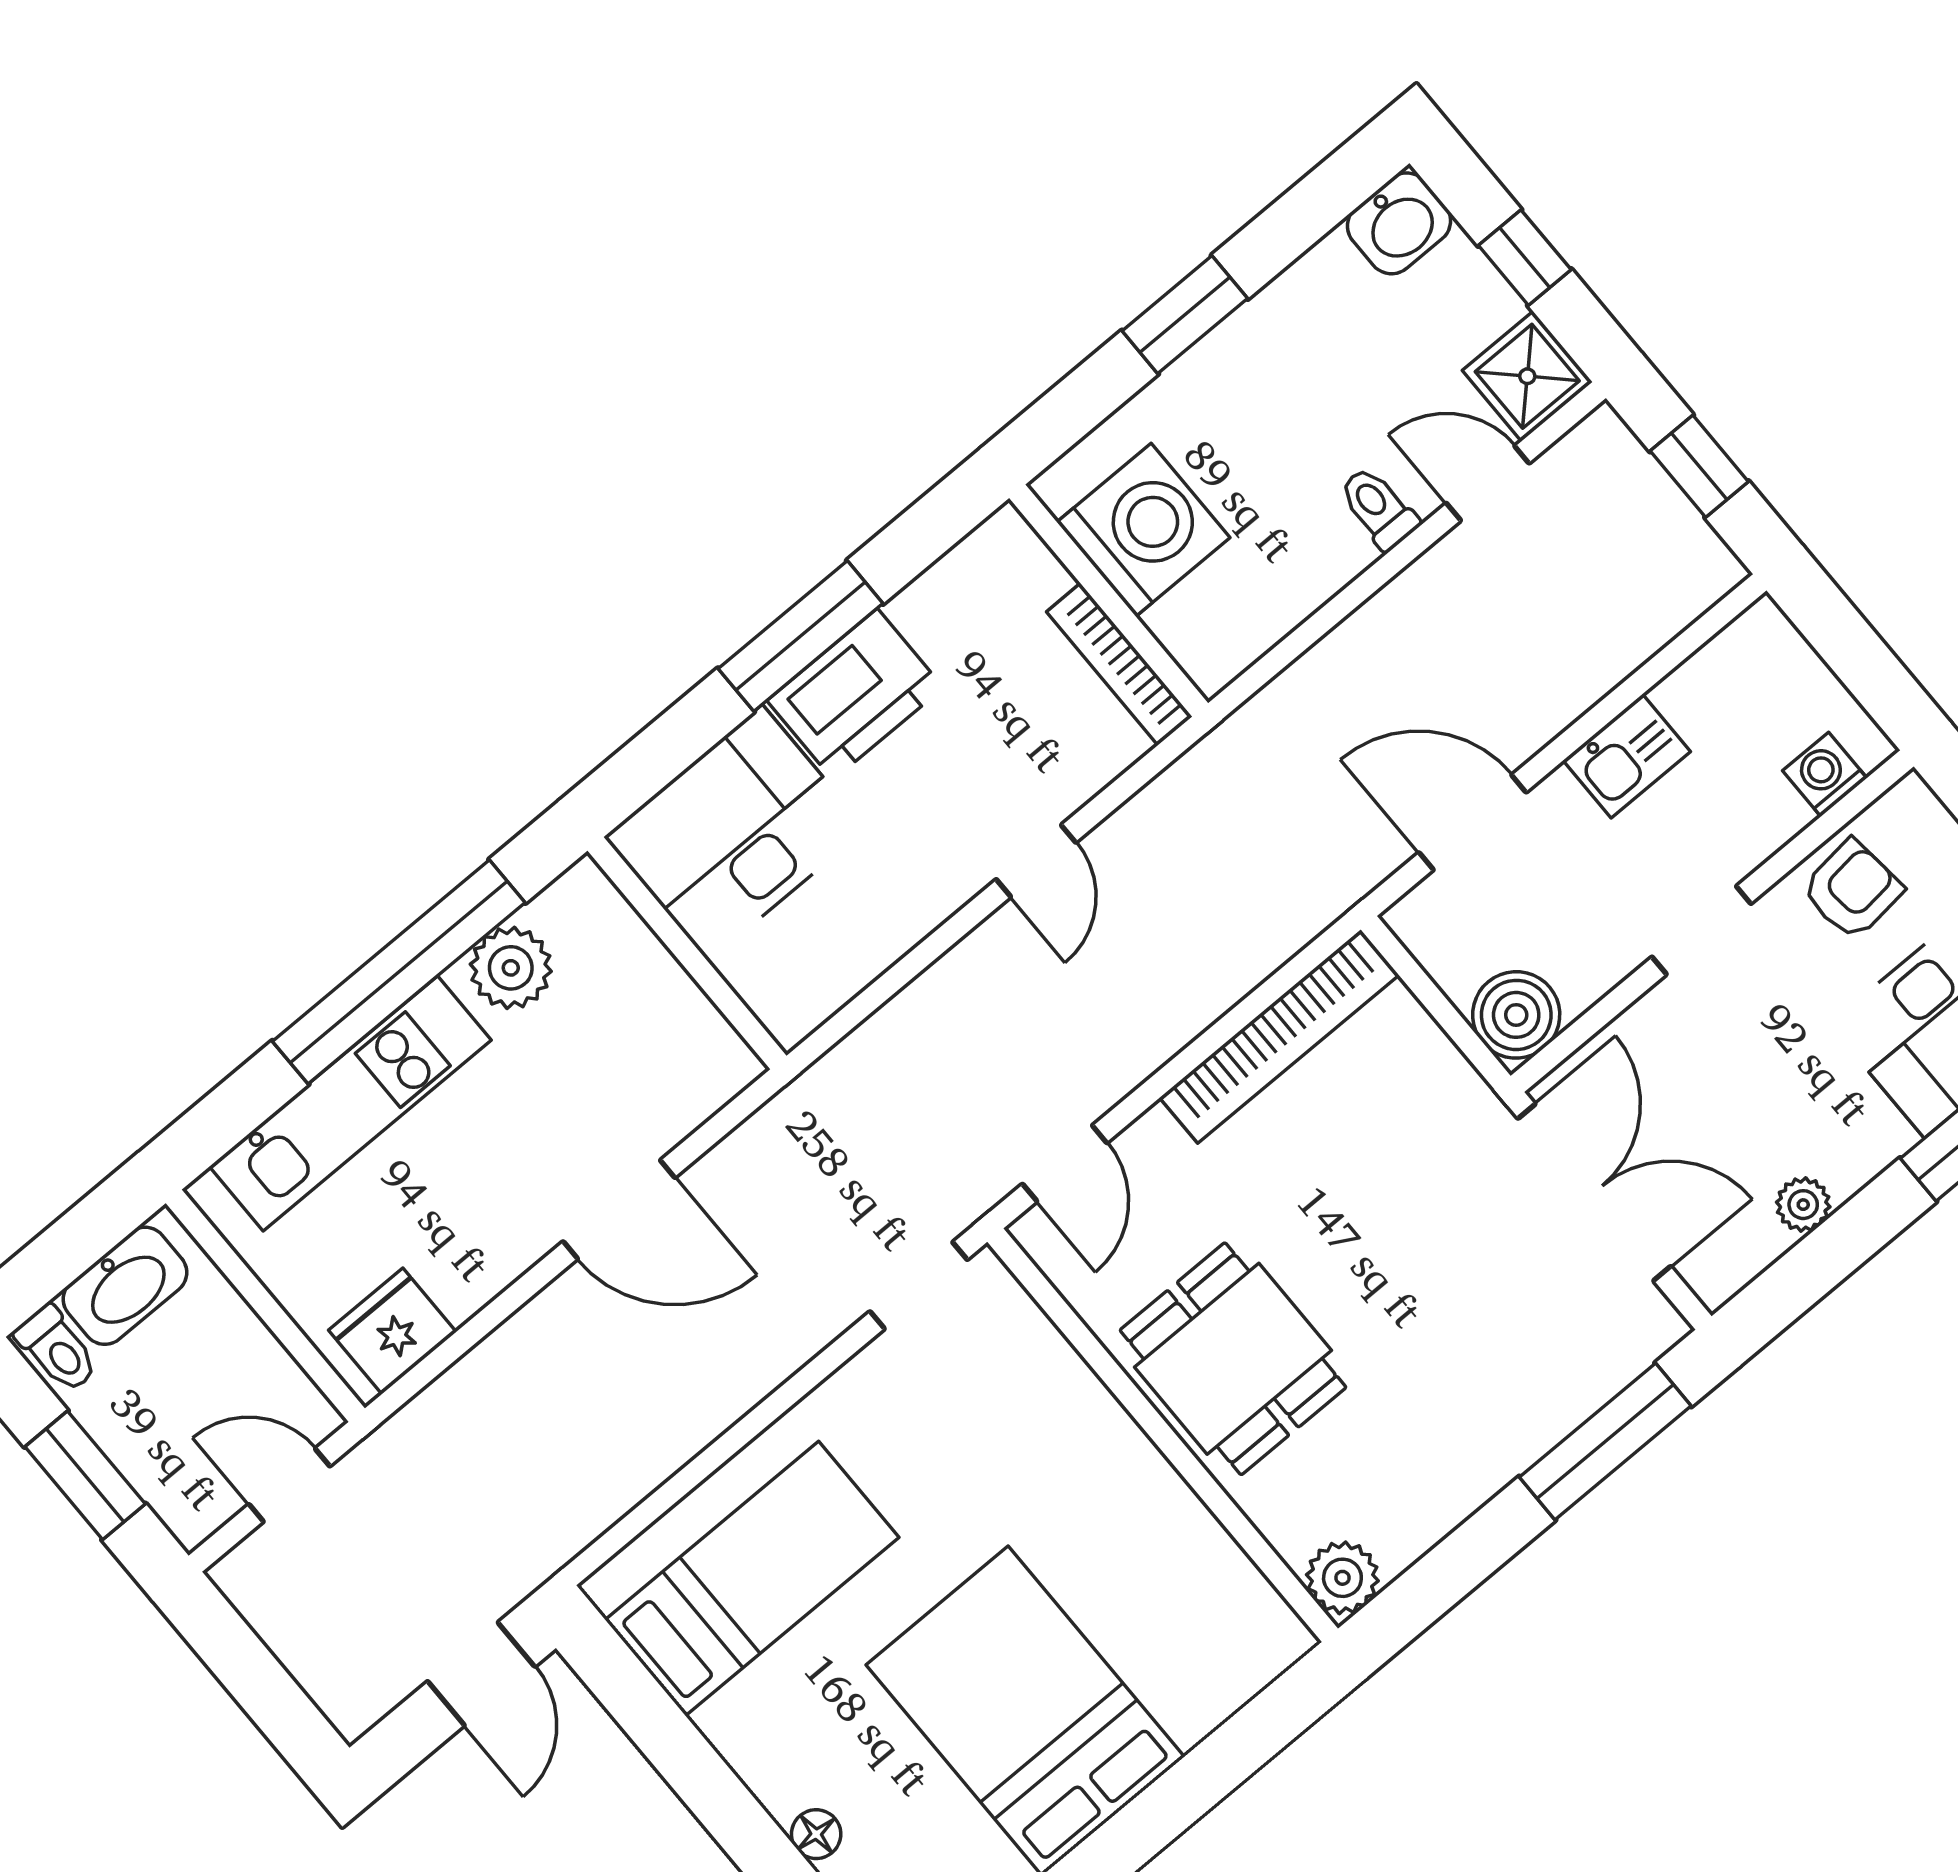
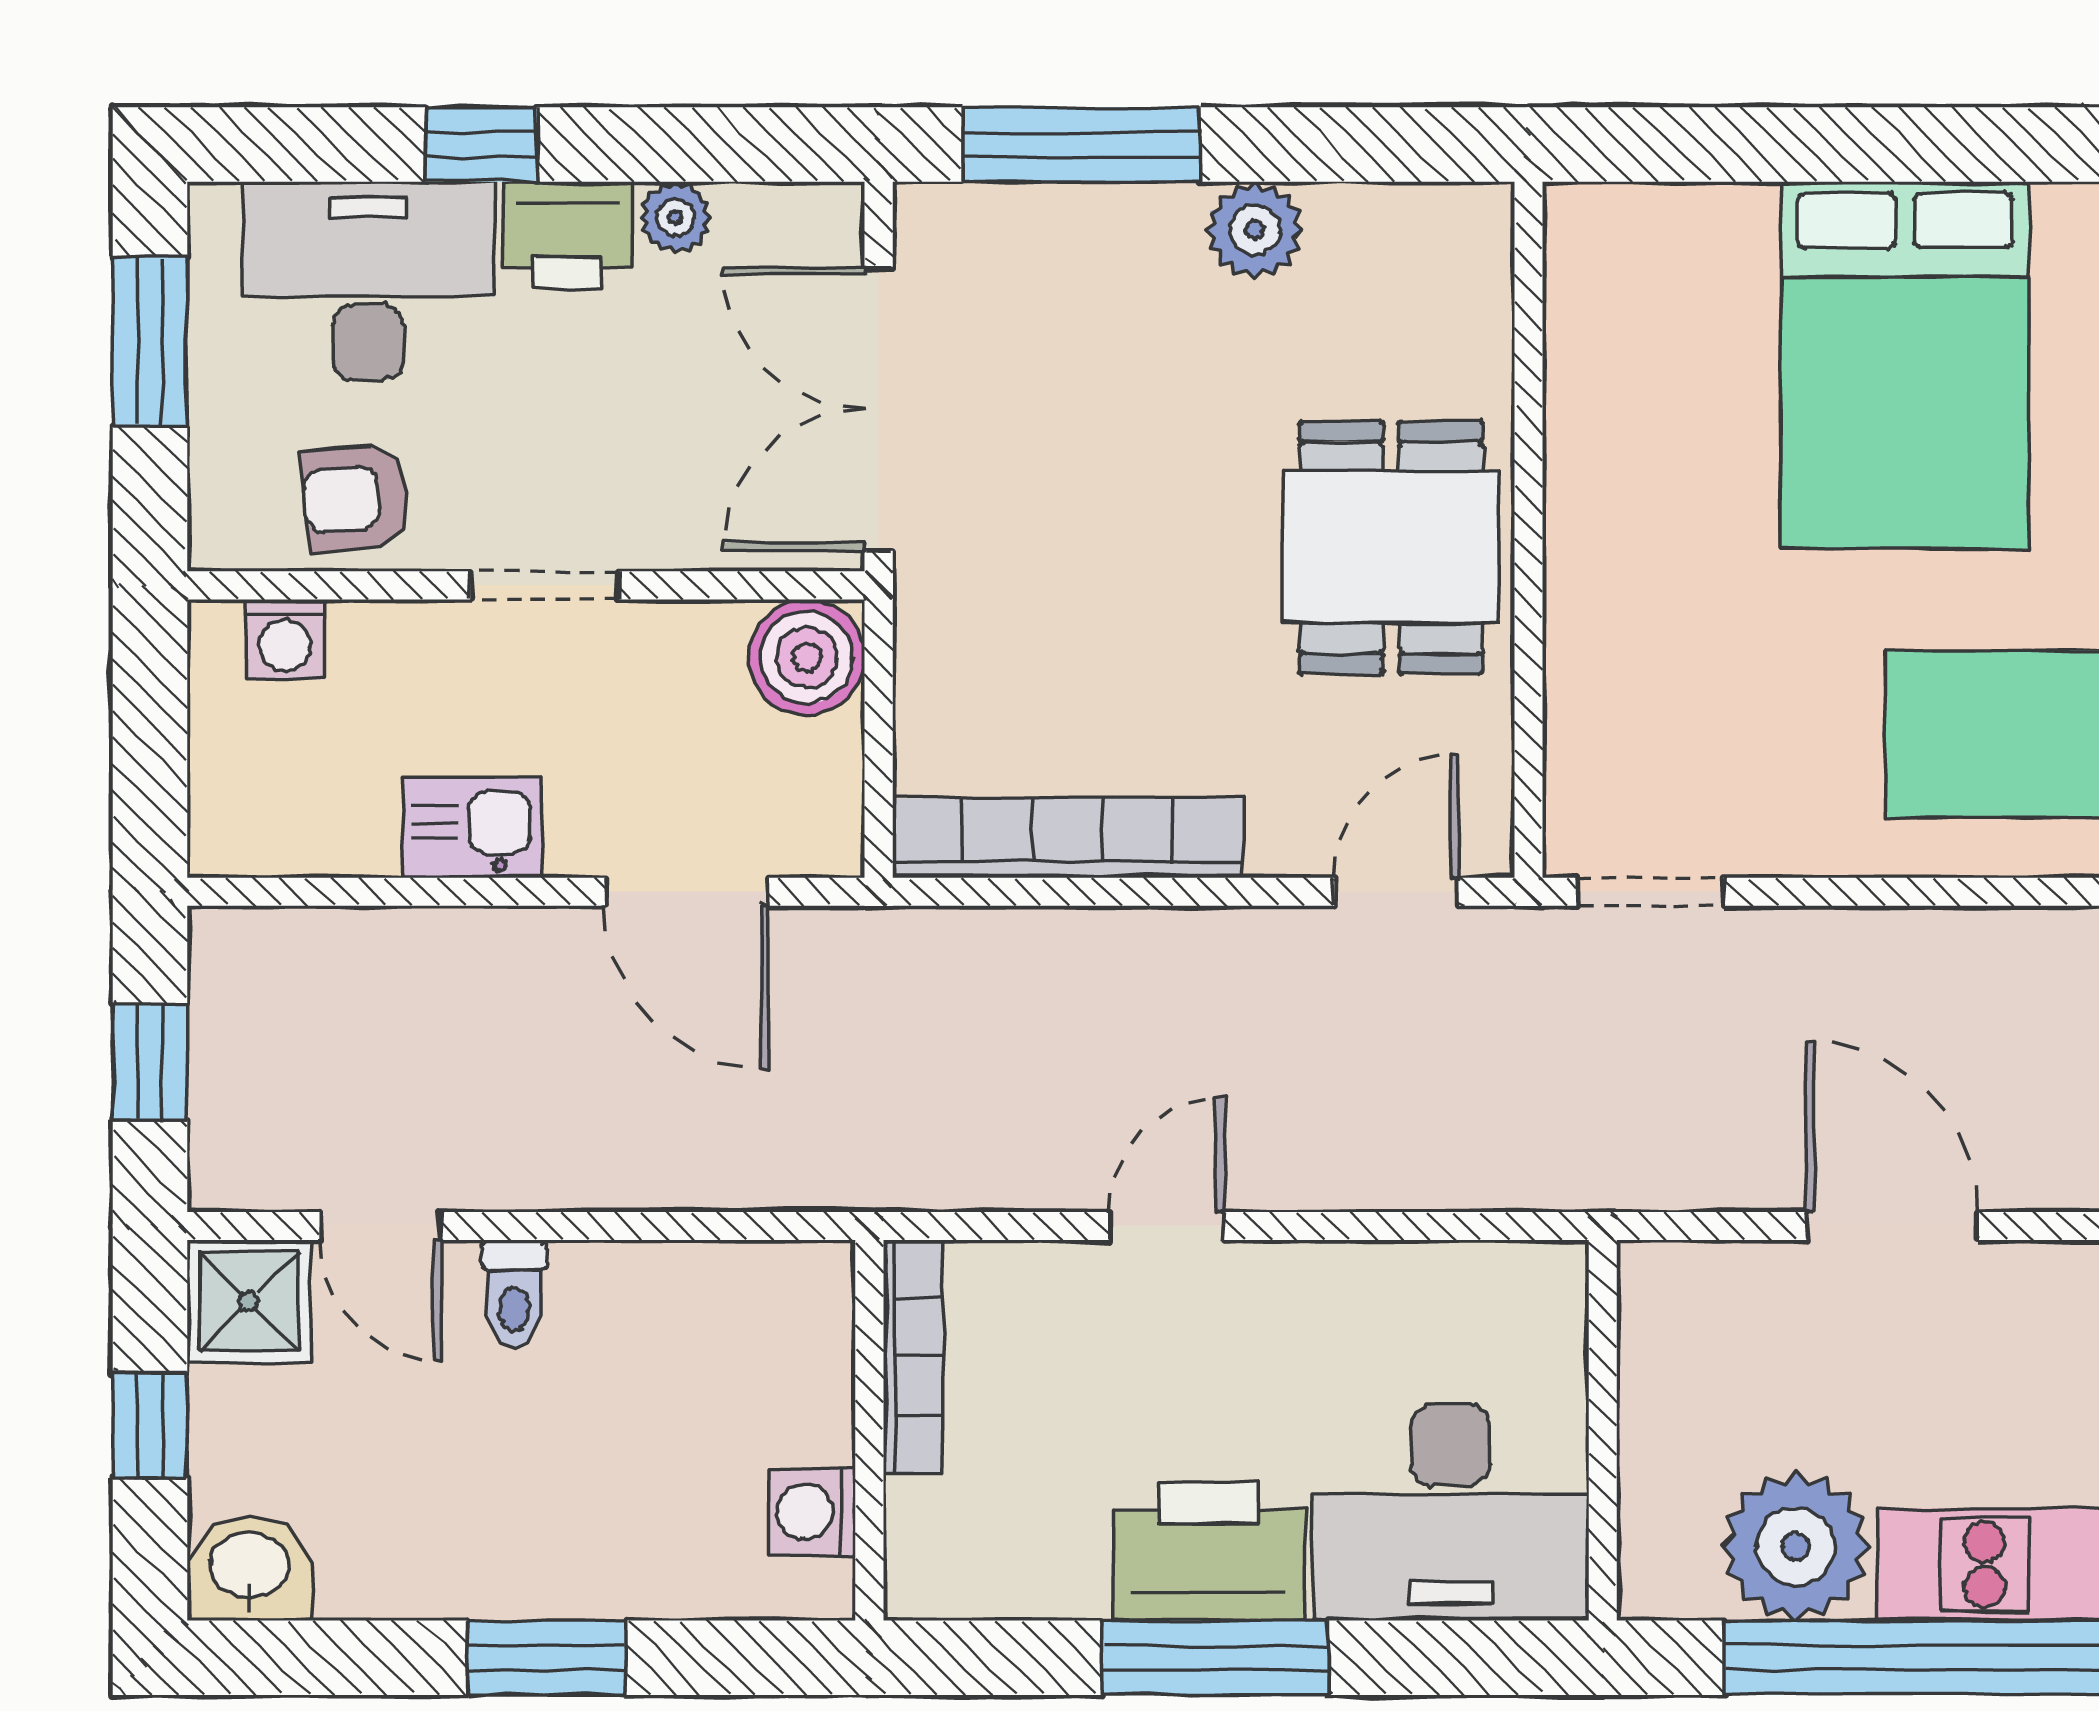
washing machine: (1143, 530) -> (812, 1512), width x0.53, depth x0.53
plant: (511, 968) -> (1796, 1546), width x1.36, depth x1.36
printer: (1857, 1142) -> (567, 235), added
plant: (1342, 1578) -> (1255, 230), moved

